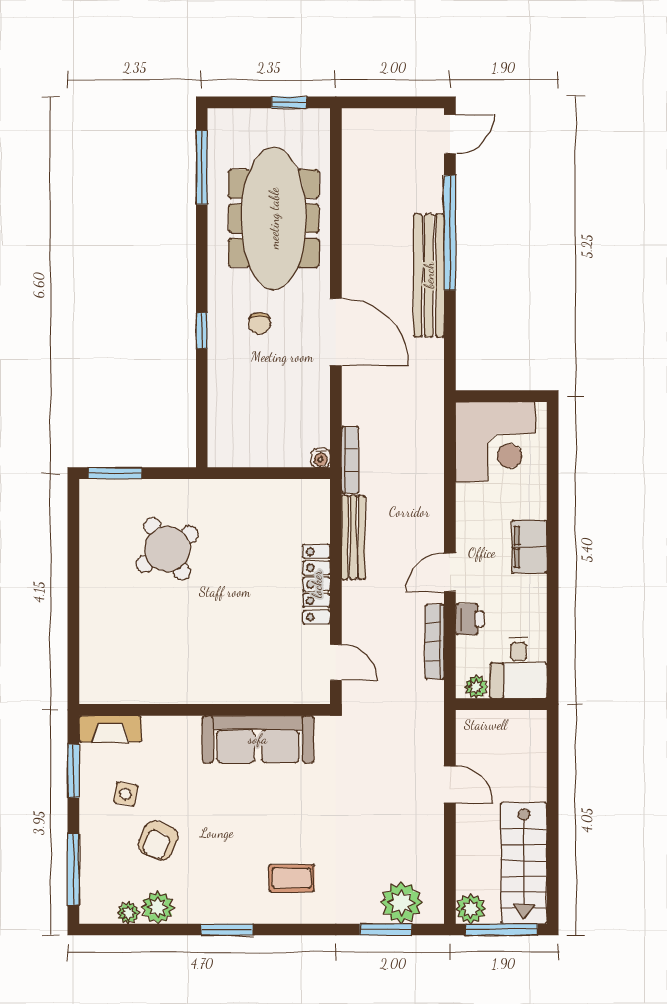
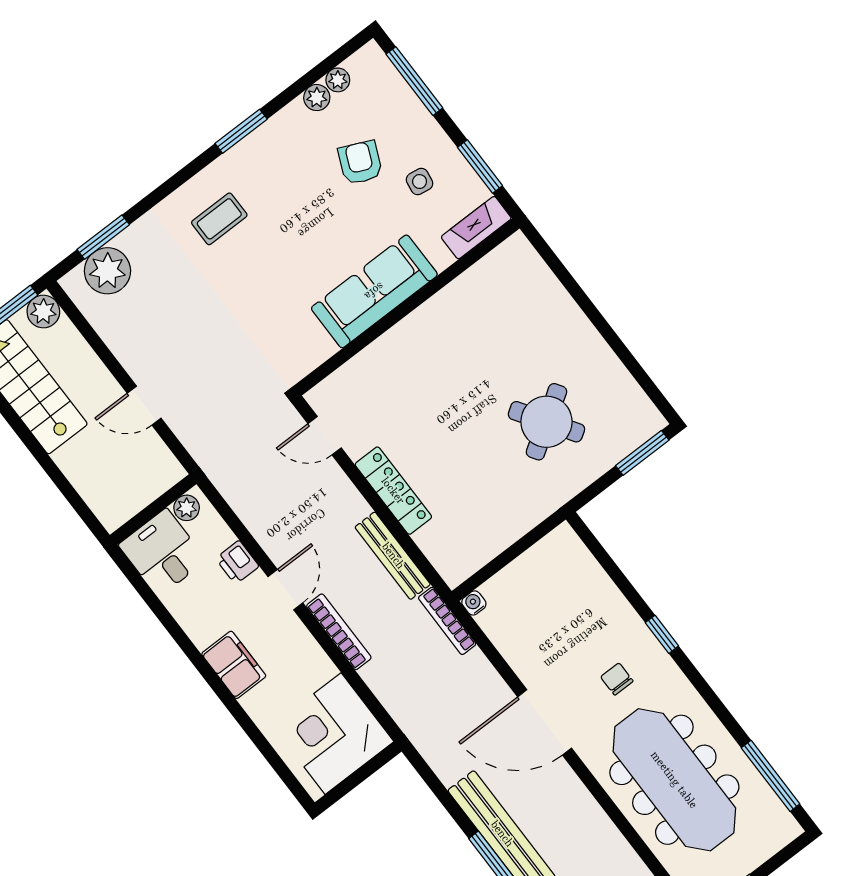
bookcase: (435, 642) -> (339, 632), moved
sofa: (258, 739) -> (374, 291), moved
plant: (158, 907) -> (317, 98), width x0.73, depth x0.73

